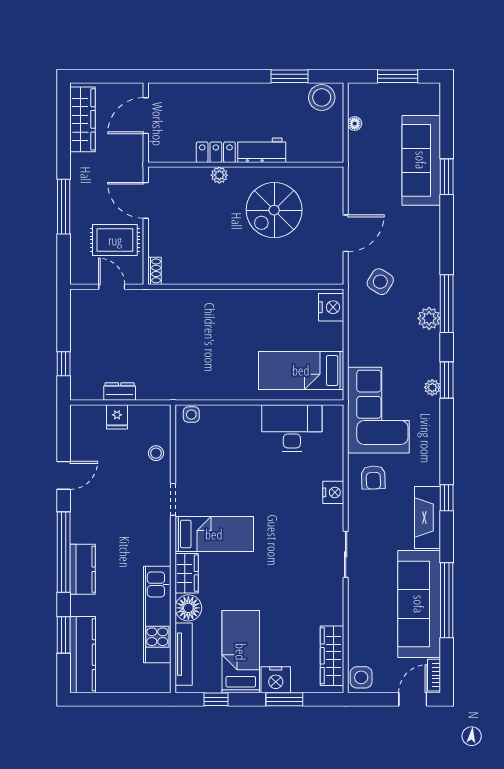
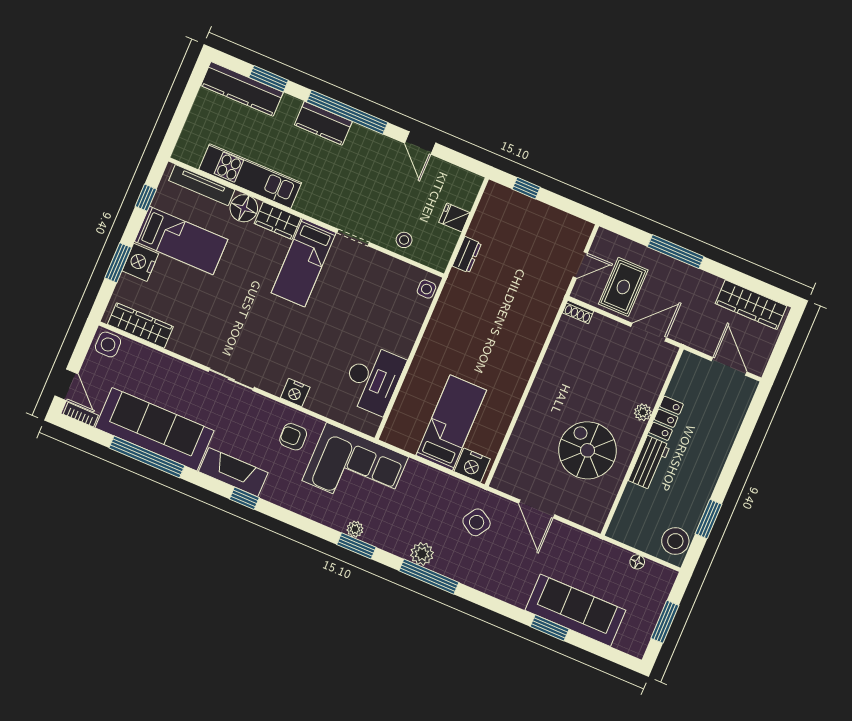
bed: (301, 370) -> (451, 423), moved
dresser: (120, 392) -> (467, 255), moved

